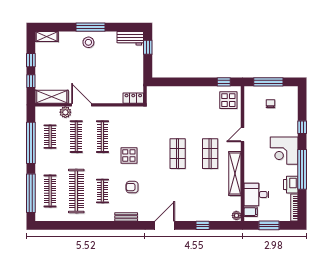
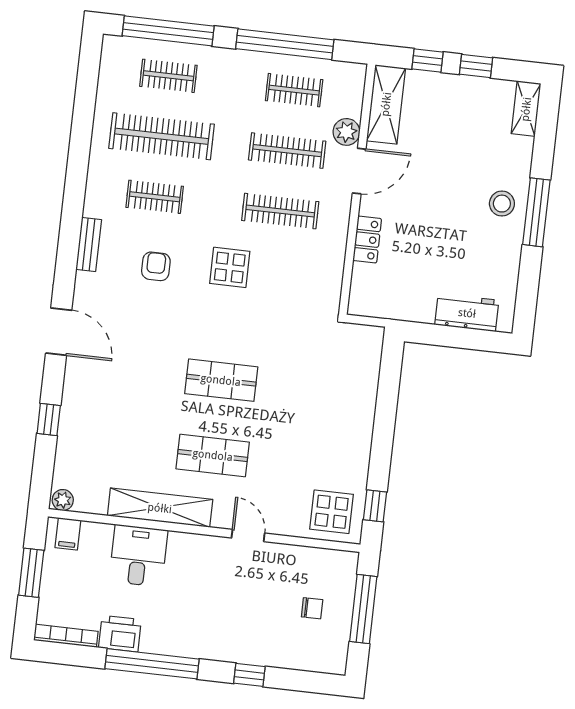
workbench: (130, 38) -> (467, 313), moved, turned 90
window: (148, 47) -> (475, 339), removed
locker: (133, 98) -> (367, 240), moved
corner desk: (284, 151) -> (200, 627), removed
clothes rail: (50, 191) -> (168, 76), width x0.73
desk: (257, 195) -> (138, 556), moved

